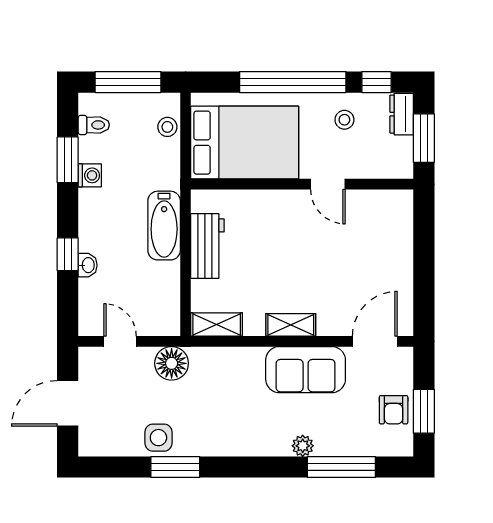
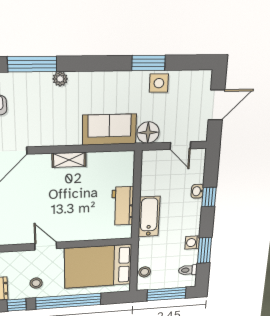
shelving: (217, 324) -> (118, 158), removed
sofa: (306, 370) -> (109, 130), moved

